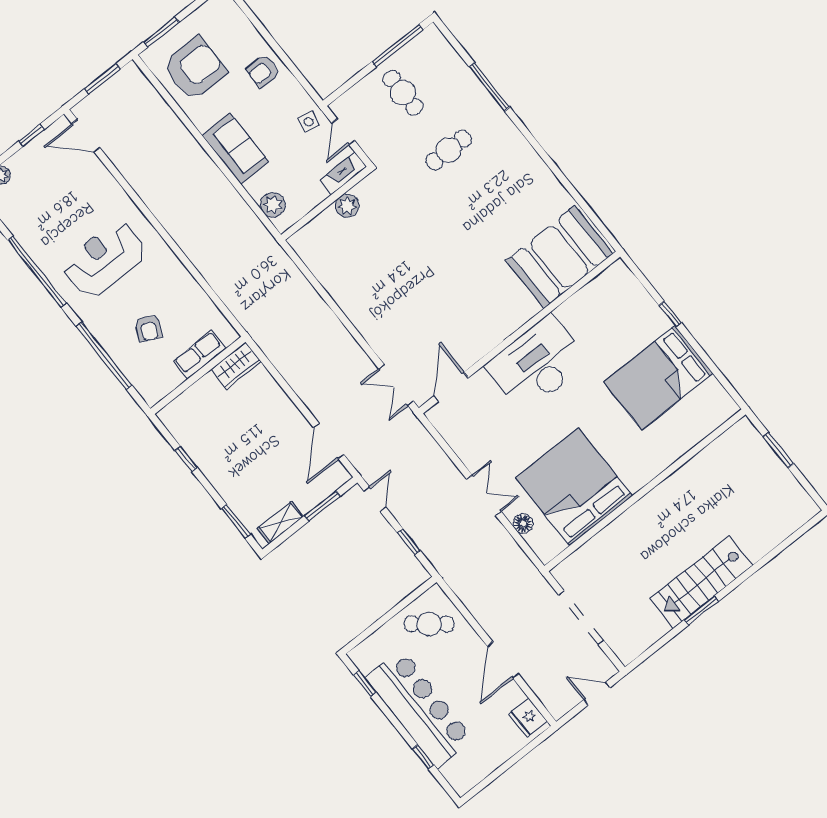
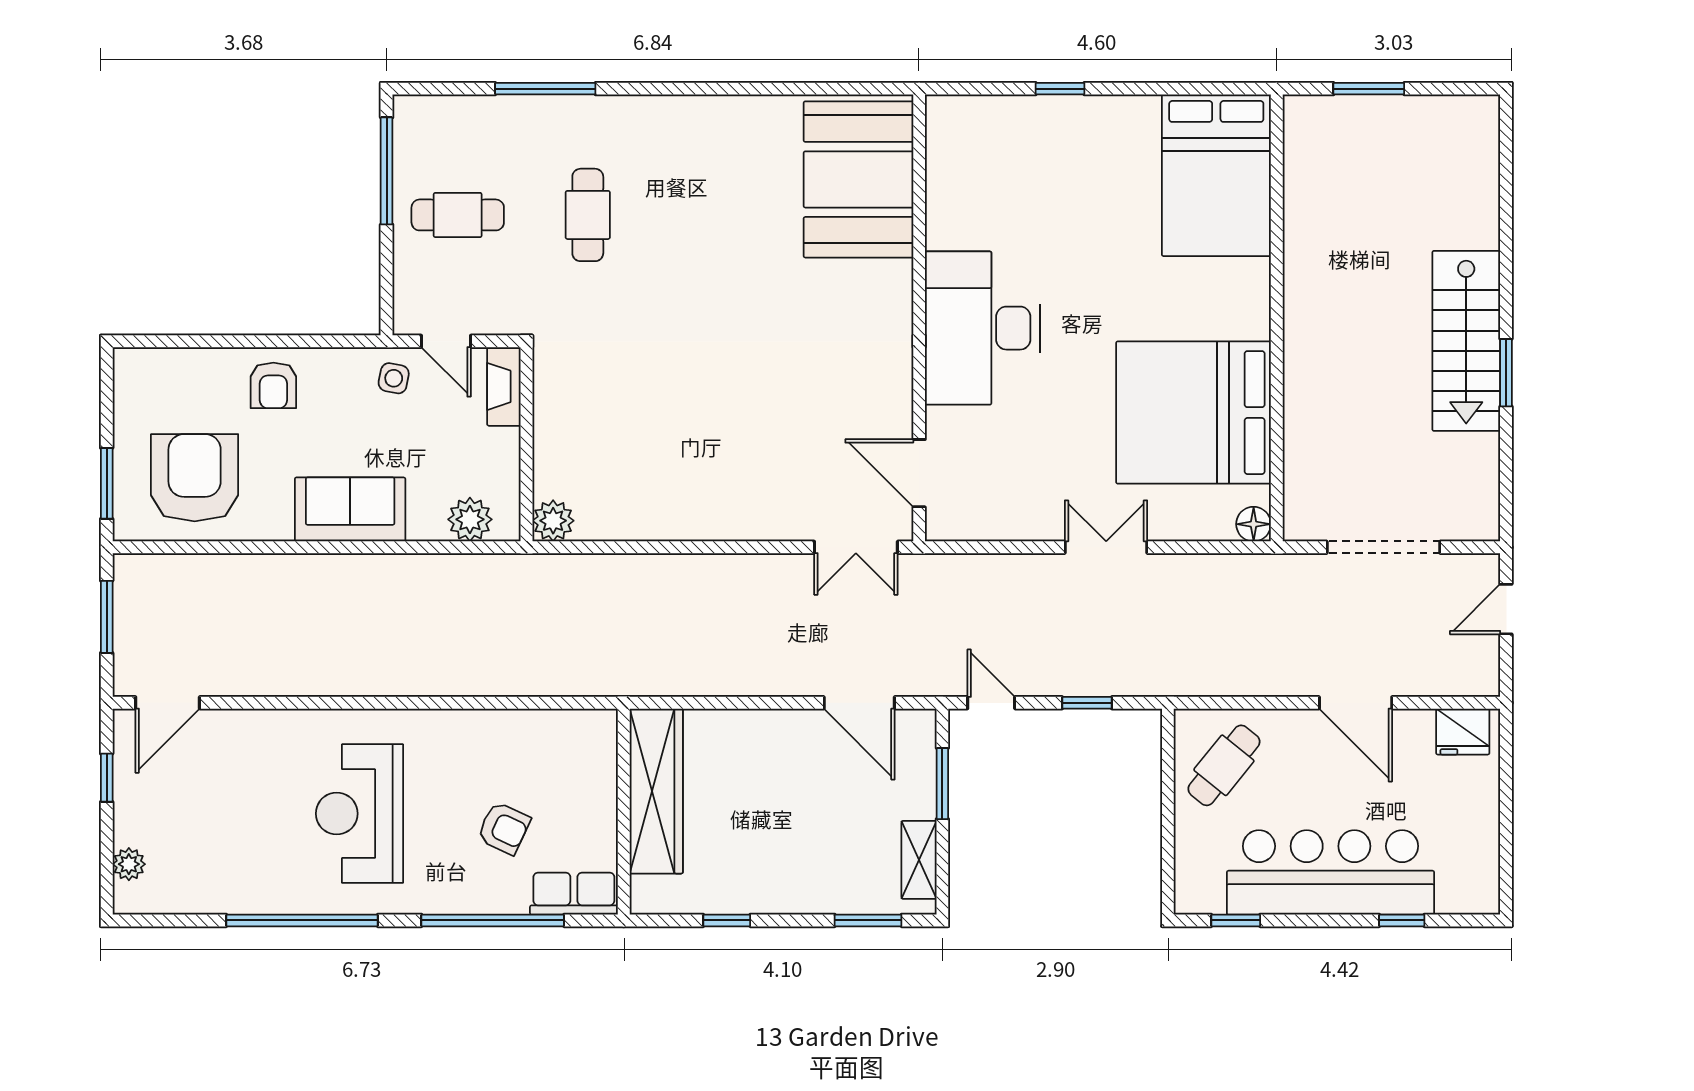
plant: (347, 206) -> (553, 521), moved
row of seats: (199, 355) -> (574, 894), moved, turned 90
wardrobe: (236, 366) -> (656, 791), width x2.10, depth x1.17
bed: (658, 378) -> (1216, 175), moved
floor lamp: (523, 524) -> (1254, 524), moved

